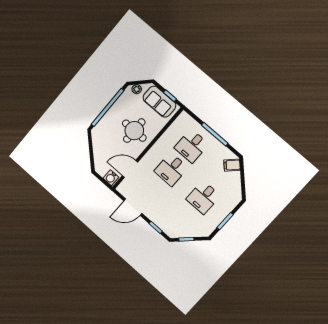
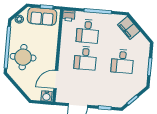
printer: (184, 119) -> (69, 16), added
round table: (134, 131) -> (23, 57), moved
filing cabinet: (232, 165) -> (129, 28), width x2.00

